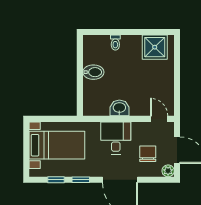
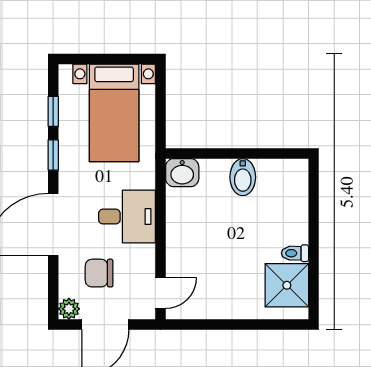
toilet: (115, 43) -> (295, 253), moved
washbasin: (119, 108) -> (182, 173), moved, turned 90
chair: (148, 154) -> (99, 273), turned 180

